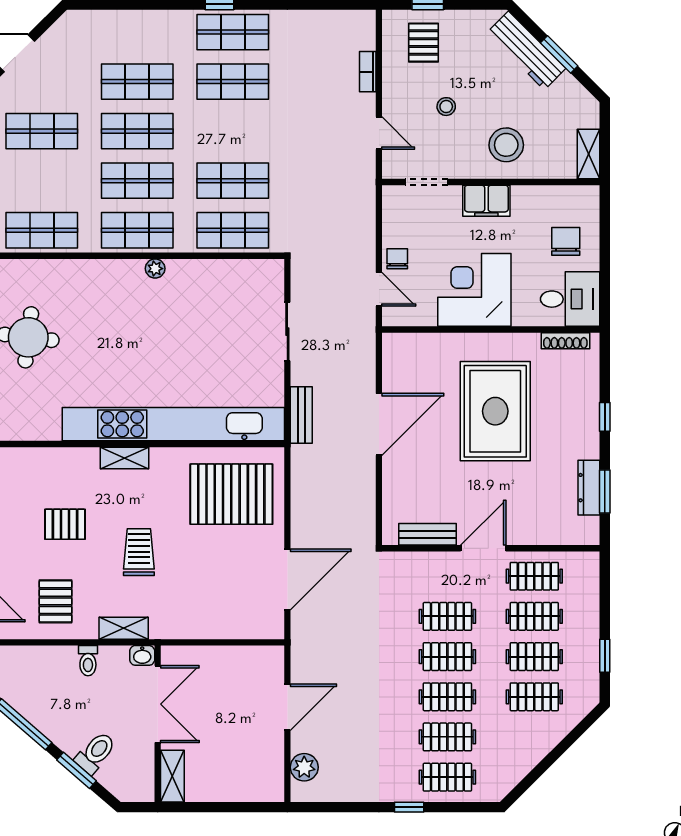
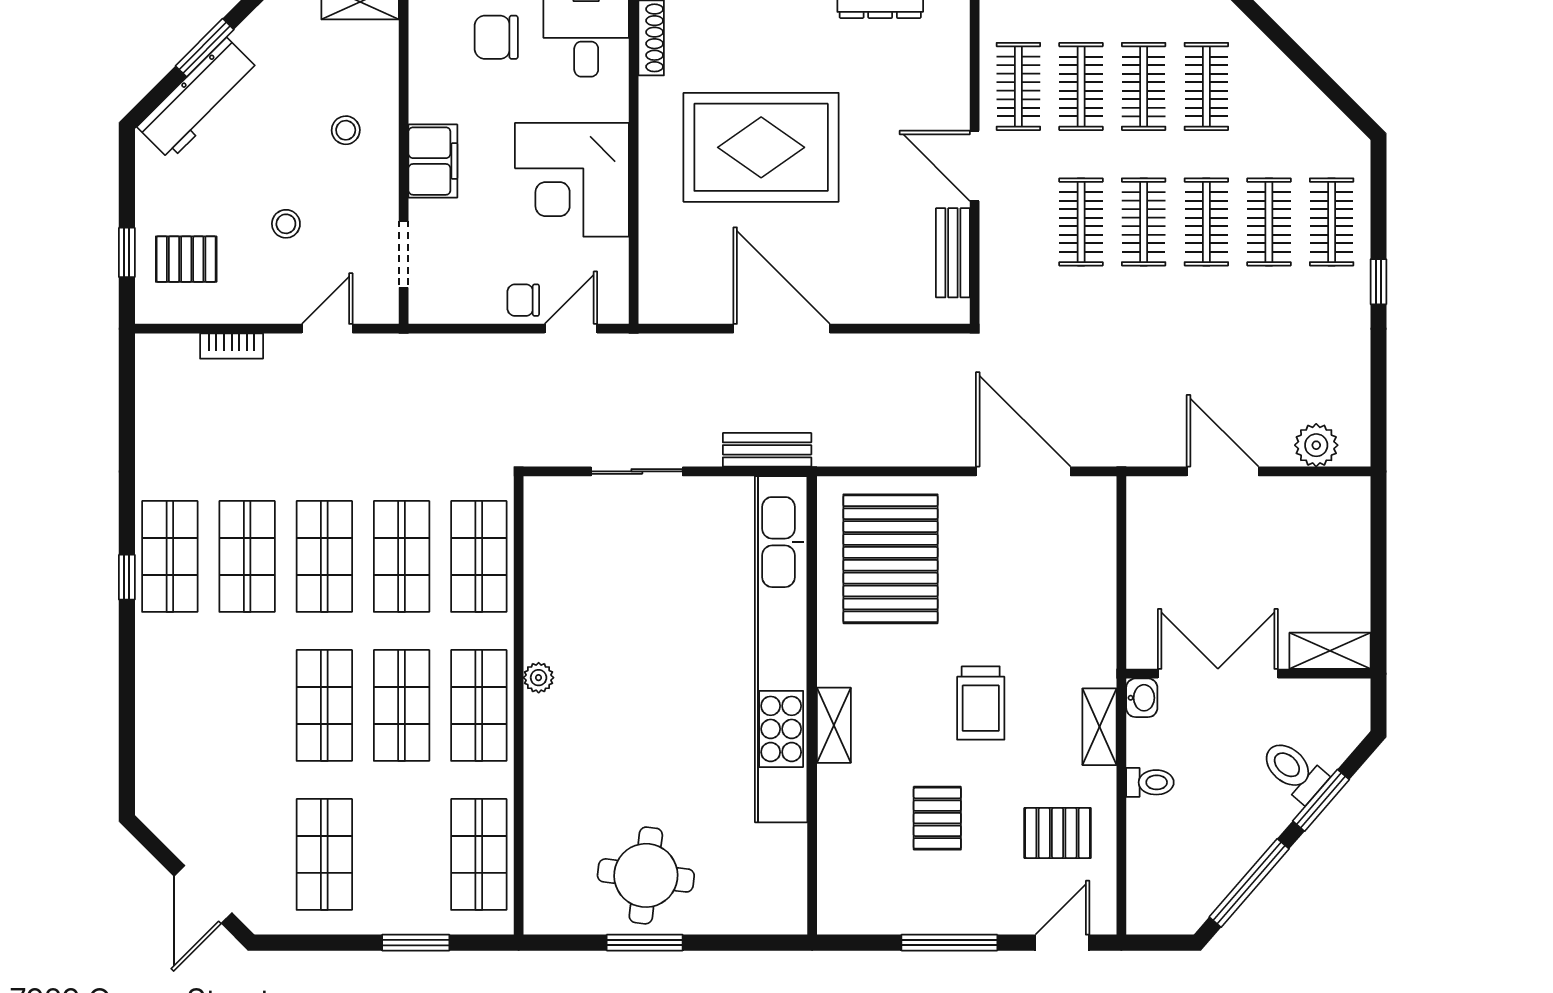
shop shelf: (137, 82) -> (324, 556), moved
stool: (506, 145) -> (346, 130), width x0.53, depth x0.53
trolley: (139, 552) -> (981, 703), turned -90

